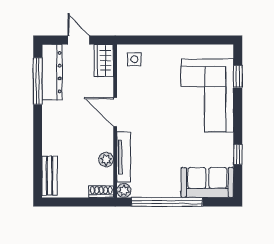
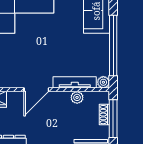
shoe rack: (101, 192) -> (104, 115), moved
window: (81, 202) -> (113, 119), added

